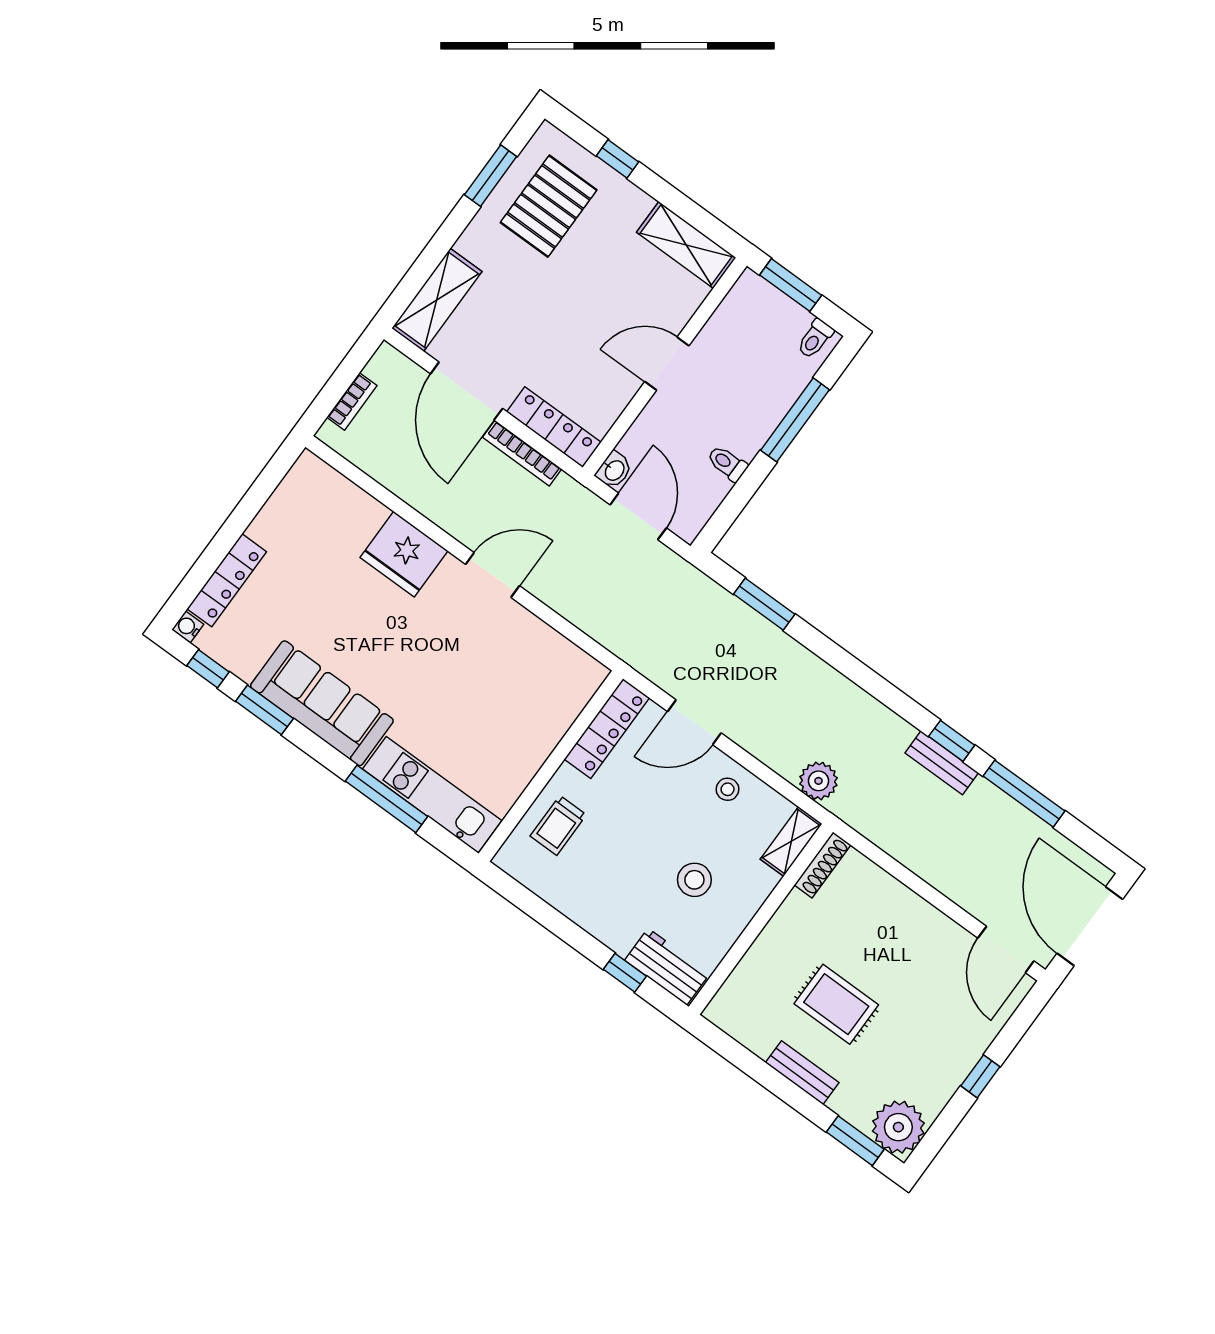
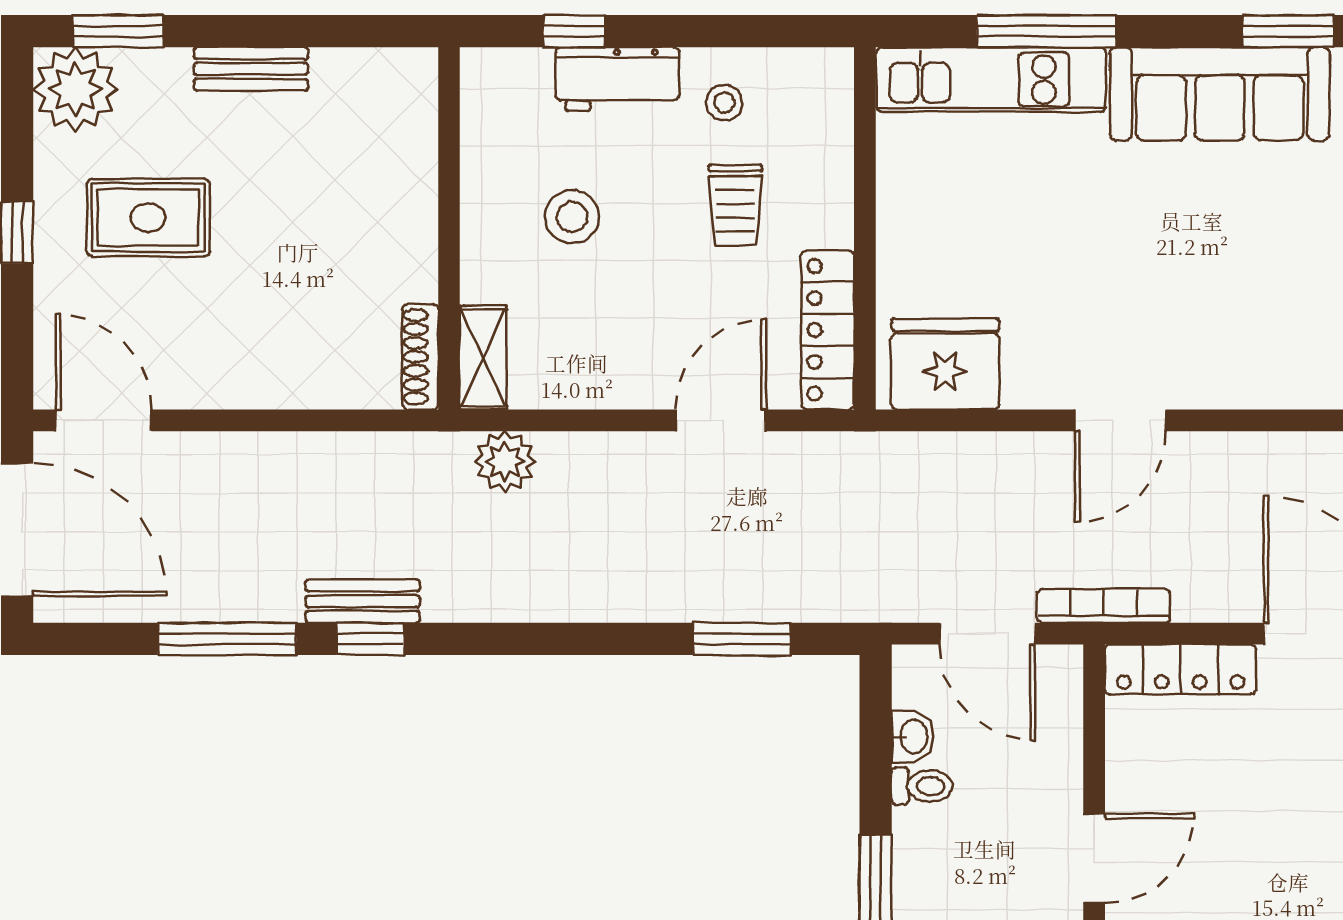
bookcase: (522, 453) -> (1104, 606), moved
washbasin: (614, 470) -> (913, 737), moved, turned 180
fridge: (404, 554) -> (945, 364), moved
stool: (728, 789) -> (724, 103), moved
trolley: (558, 825) -> (735, 205), moved, turned 180
workbench: (667, 967) -> (617, 79), moved
rug: (836, 1004) -> (148, 218), moved

